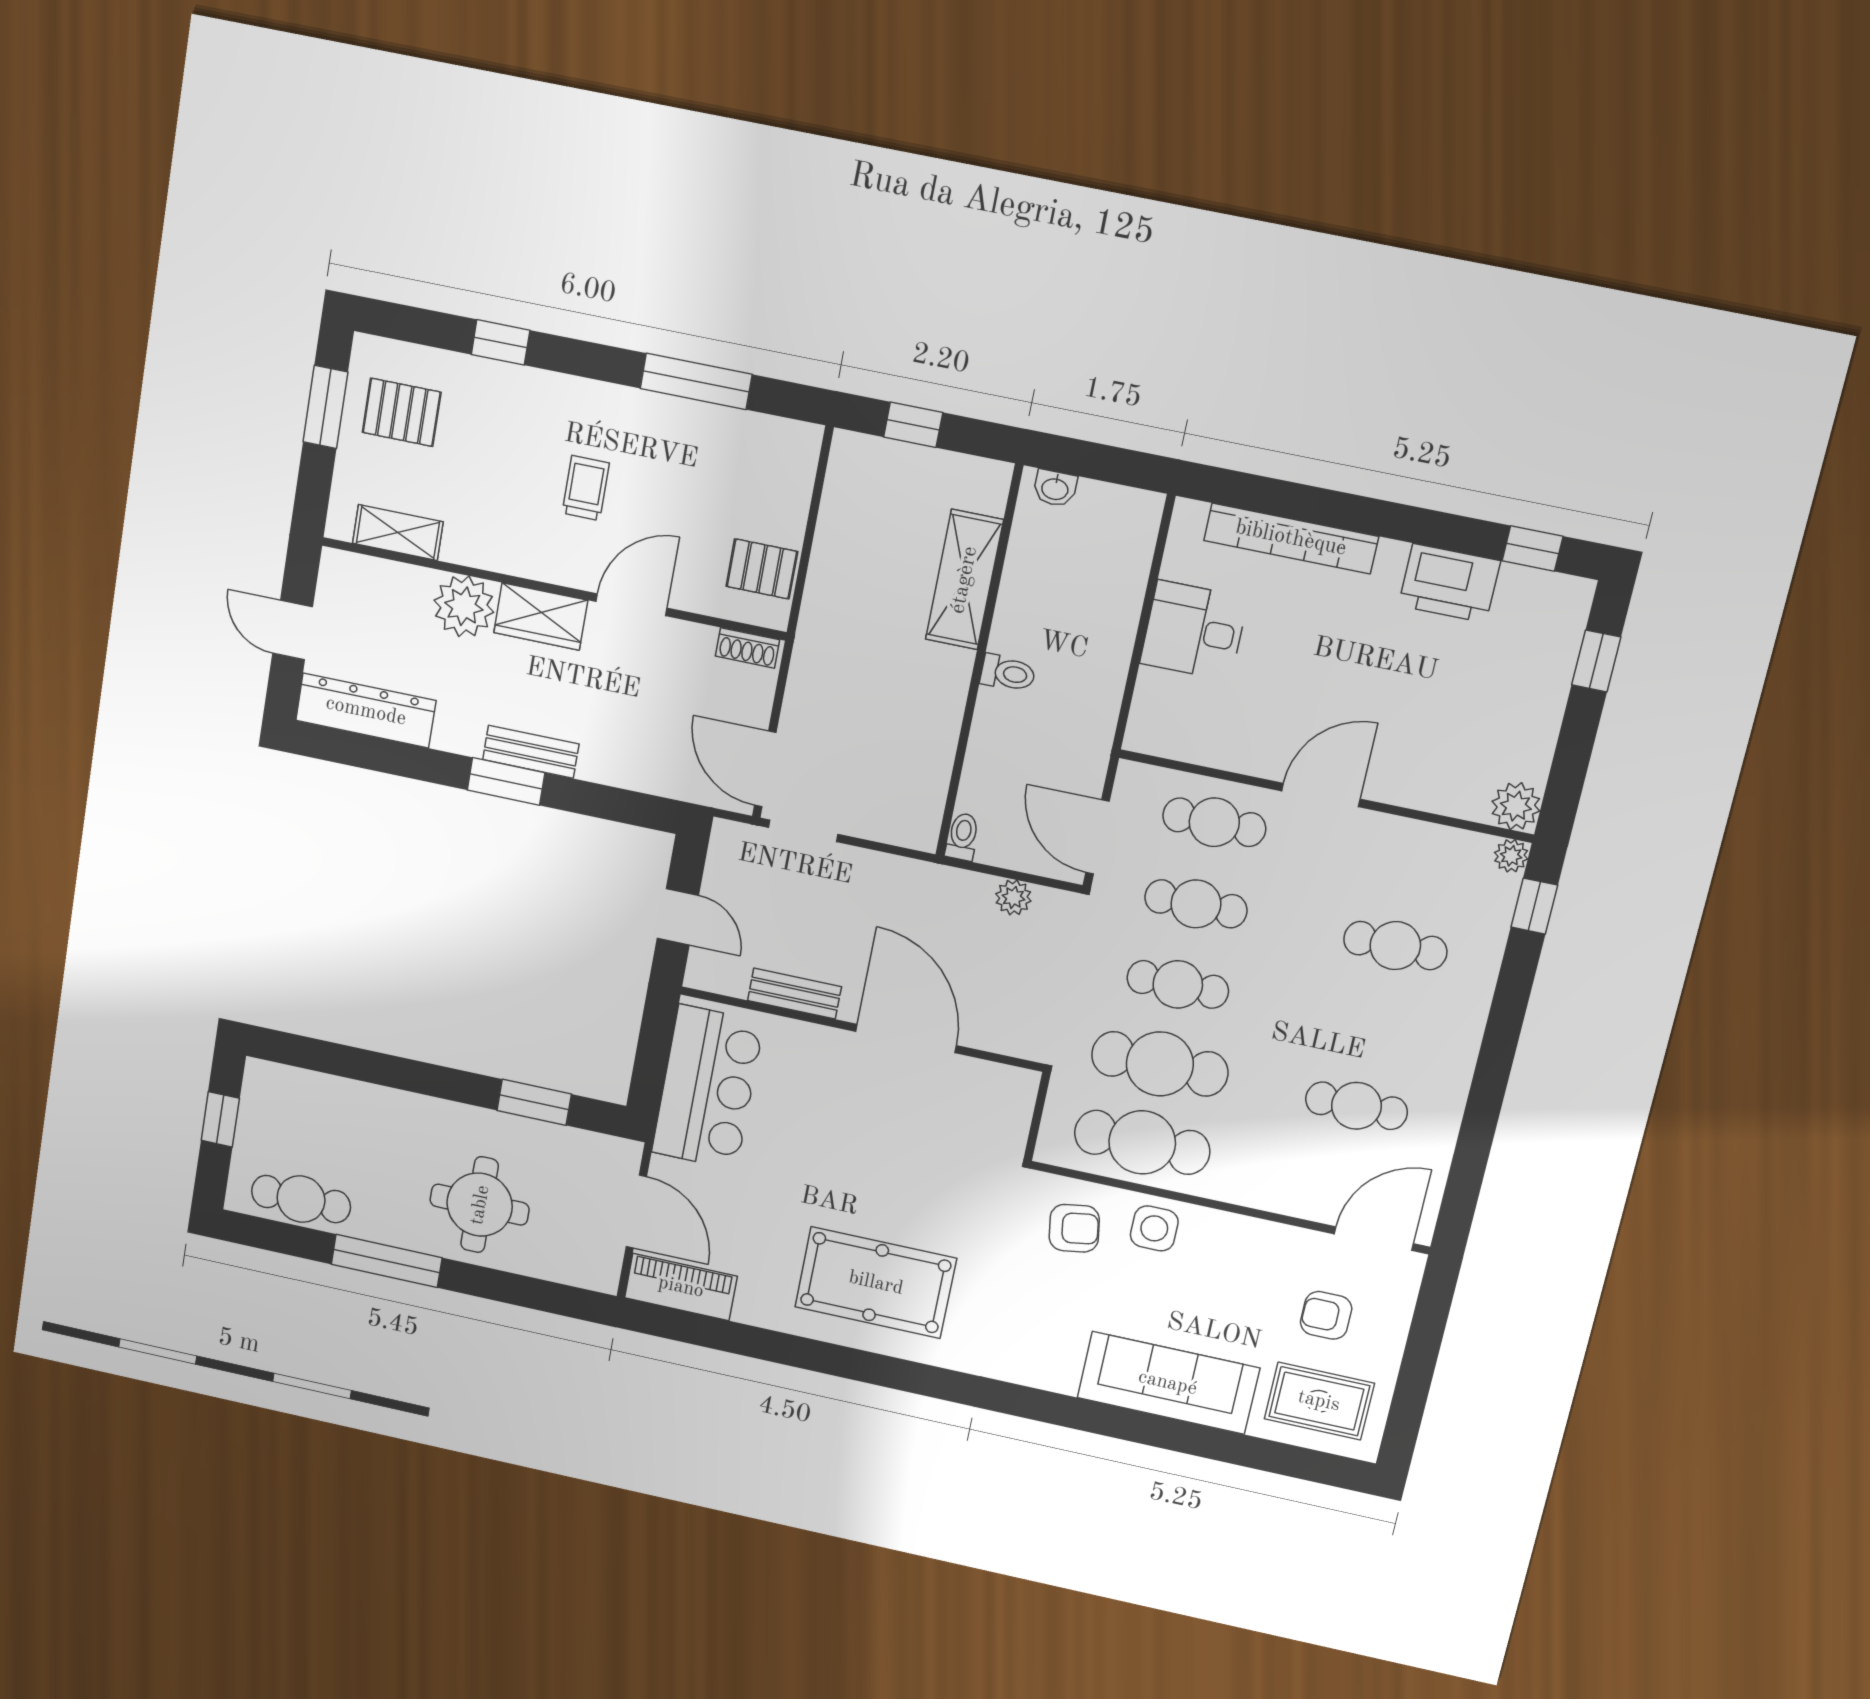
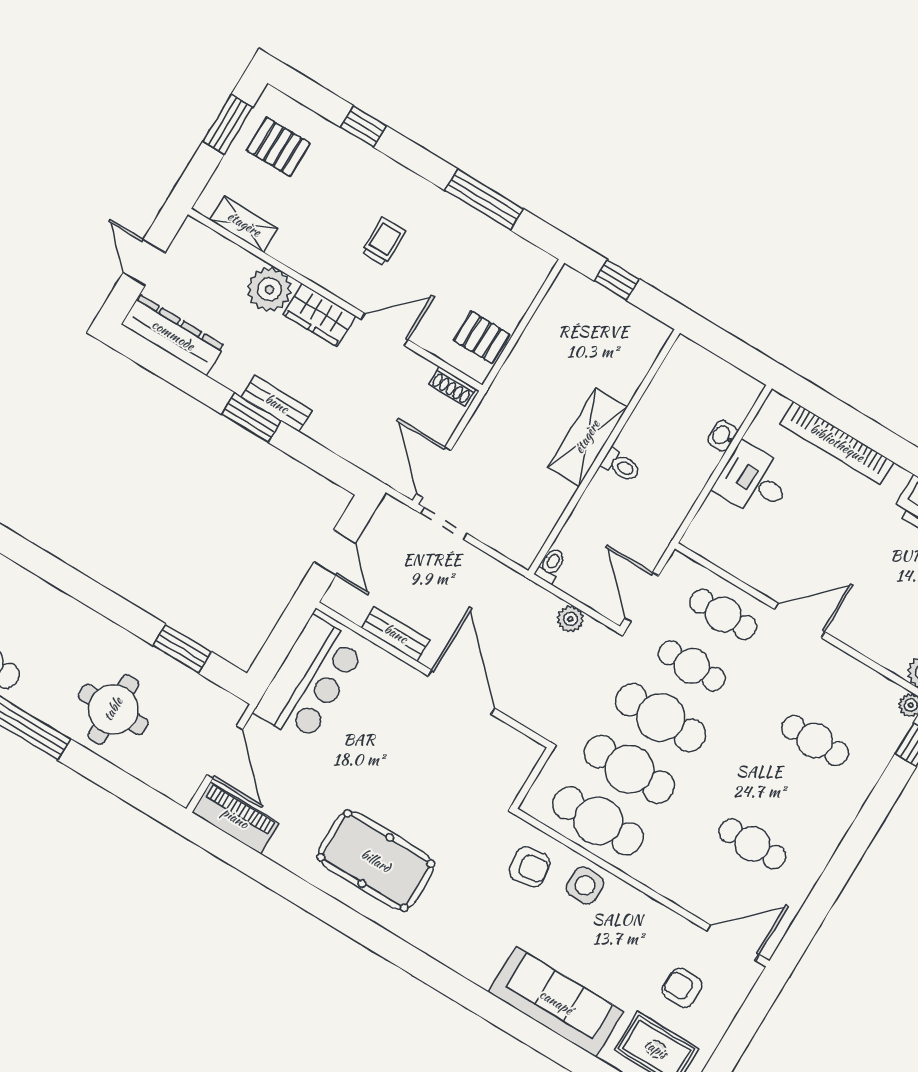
washbasin: (1055, 488) -> (723, 436), moved, turned 90
shelving: (964, 580) -> (587, 437), moved
cafe table: (1178, 984) -> (661, 718), width x1.37, depth x1.35

